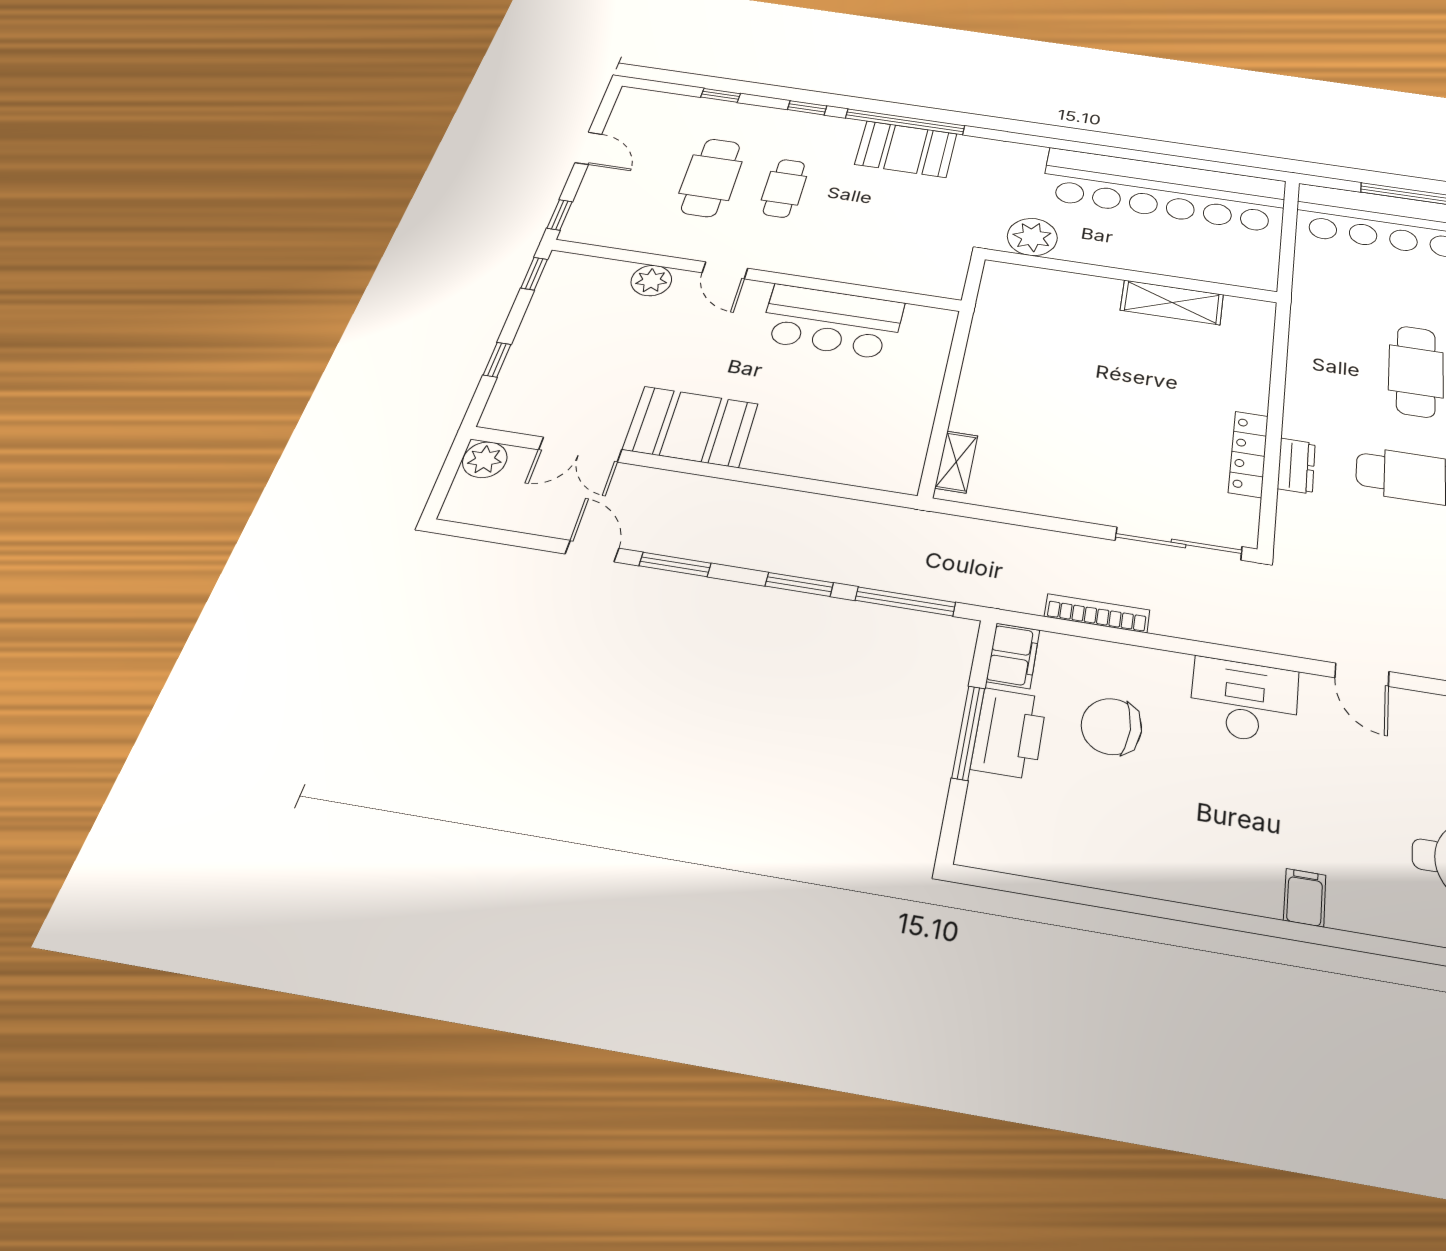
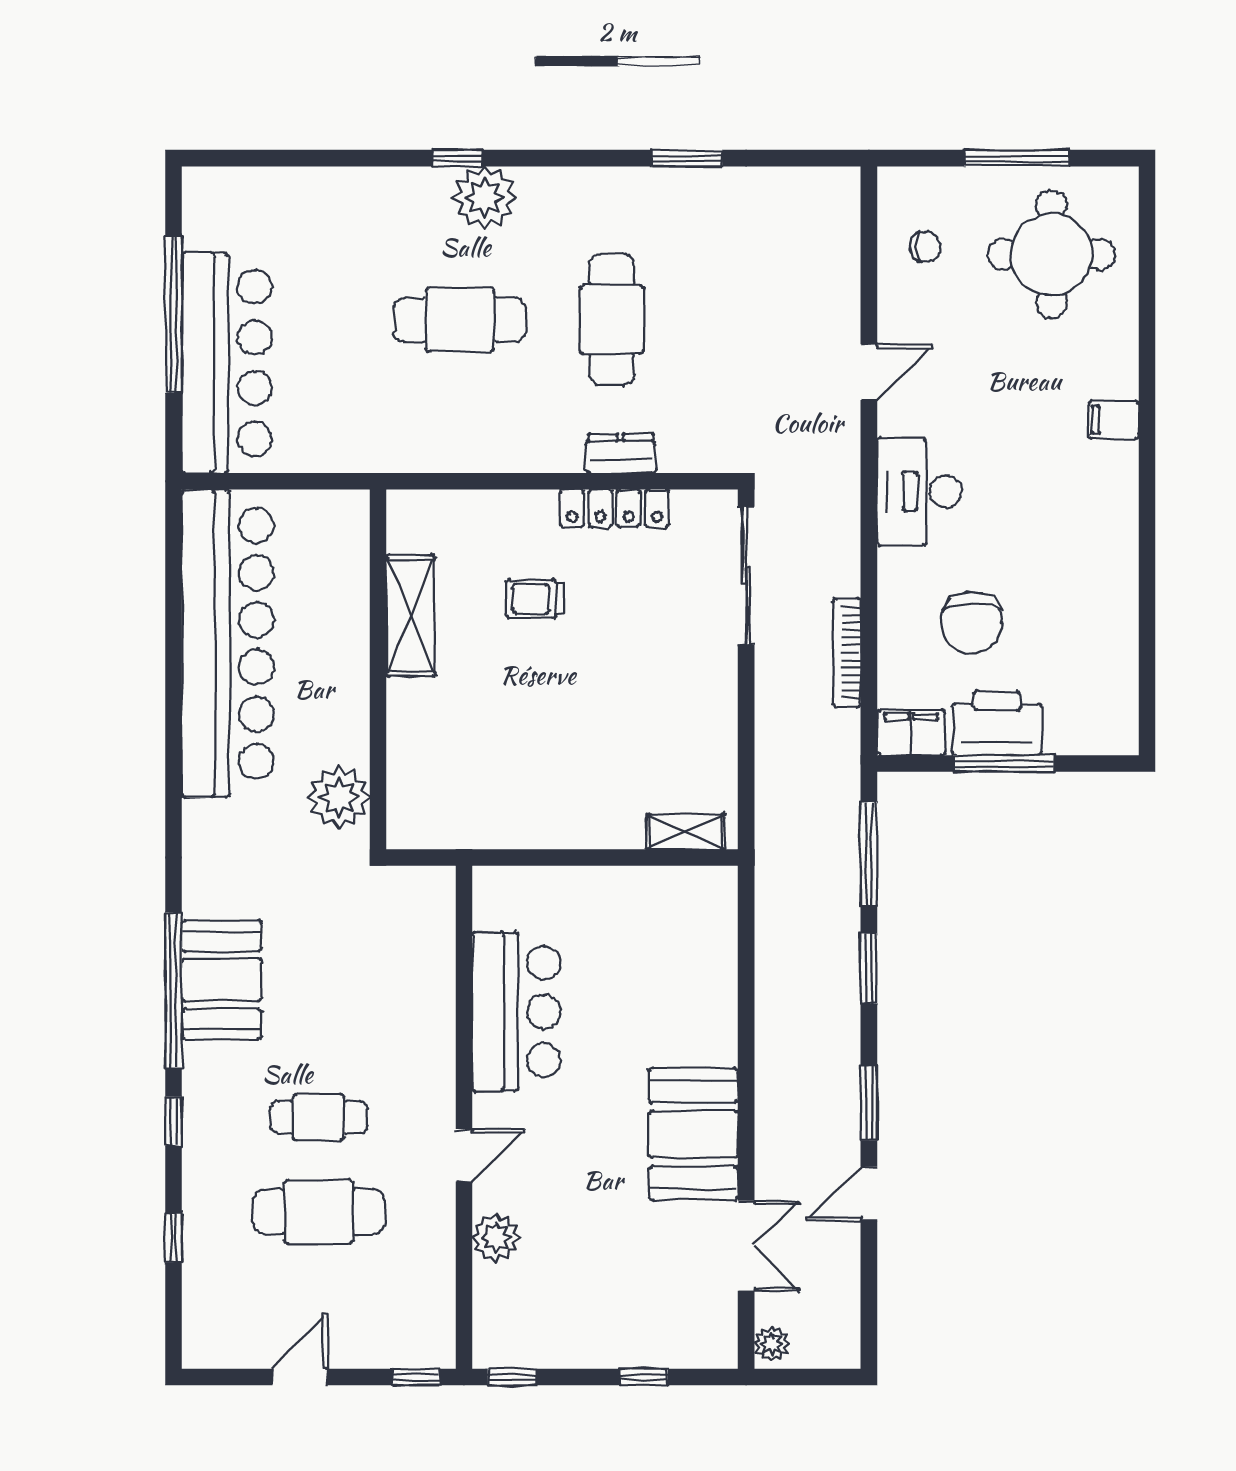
trolley: (1176, 386) -> (535, 599), added
plant: (485, 460) -> (772, 1344), width x0.73, depth x0.73

